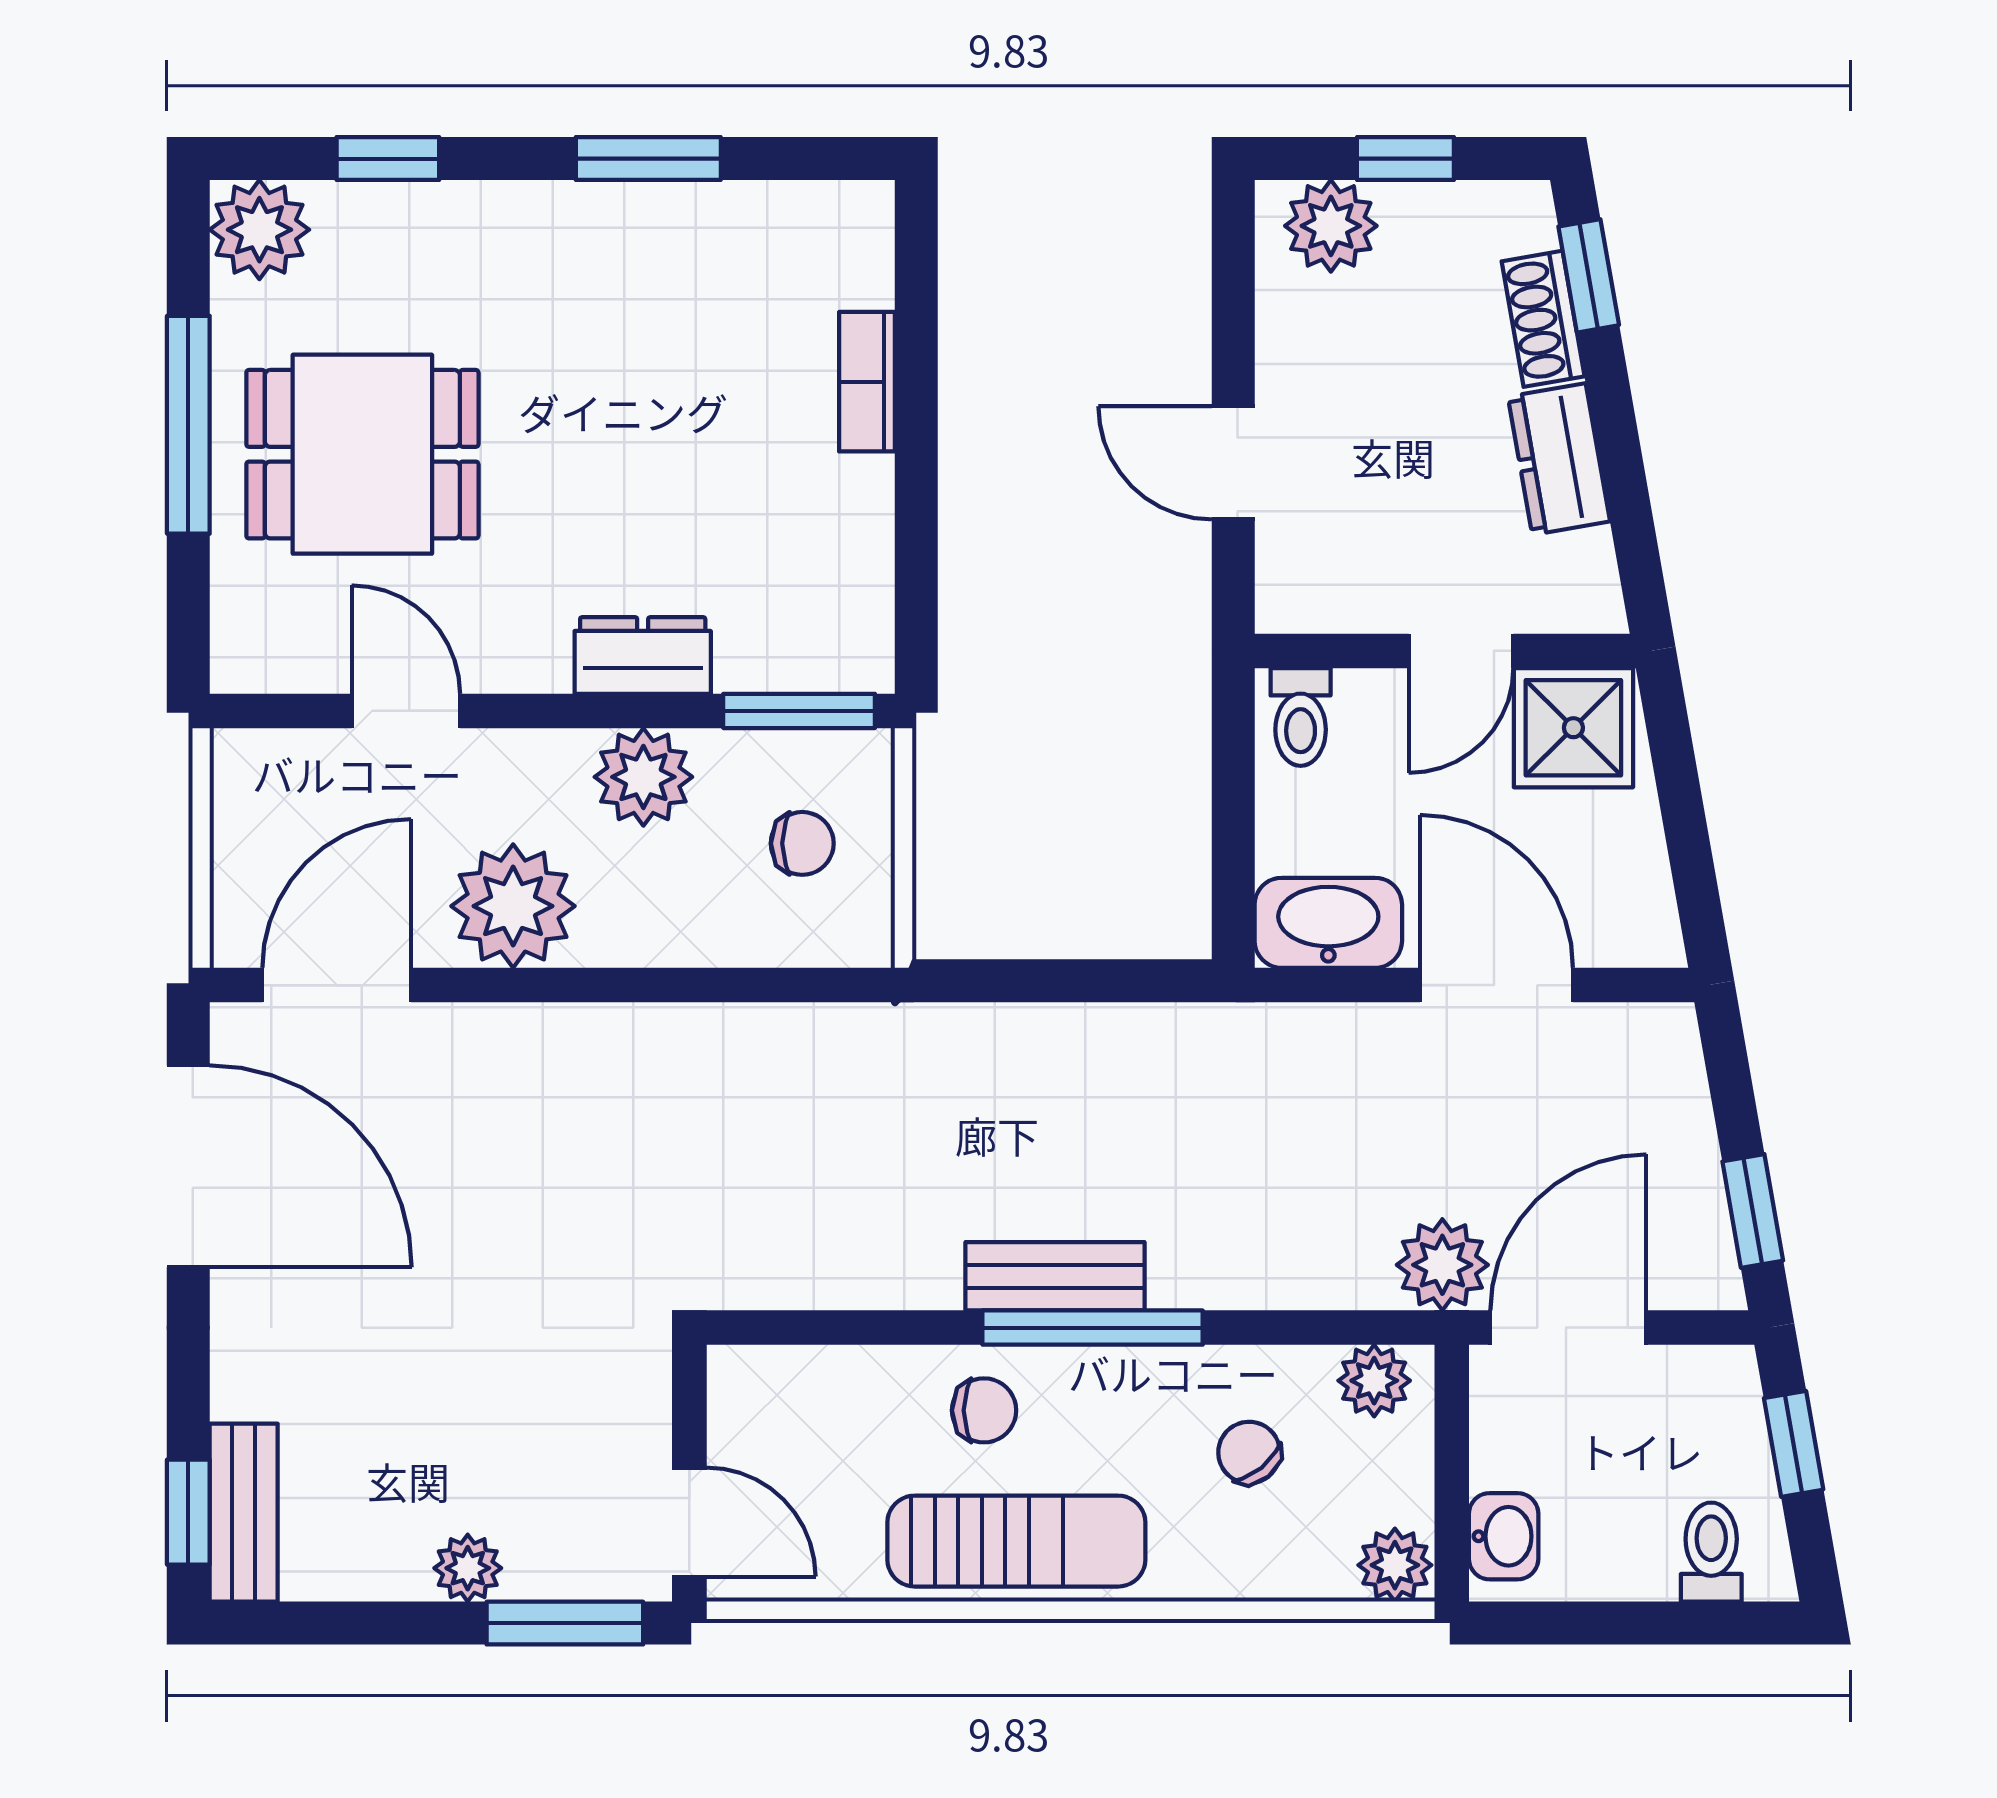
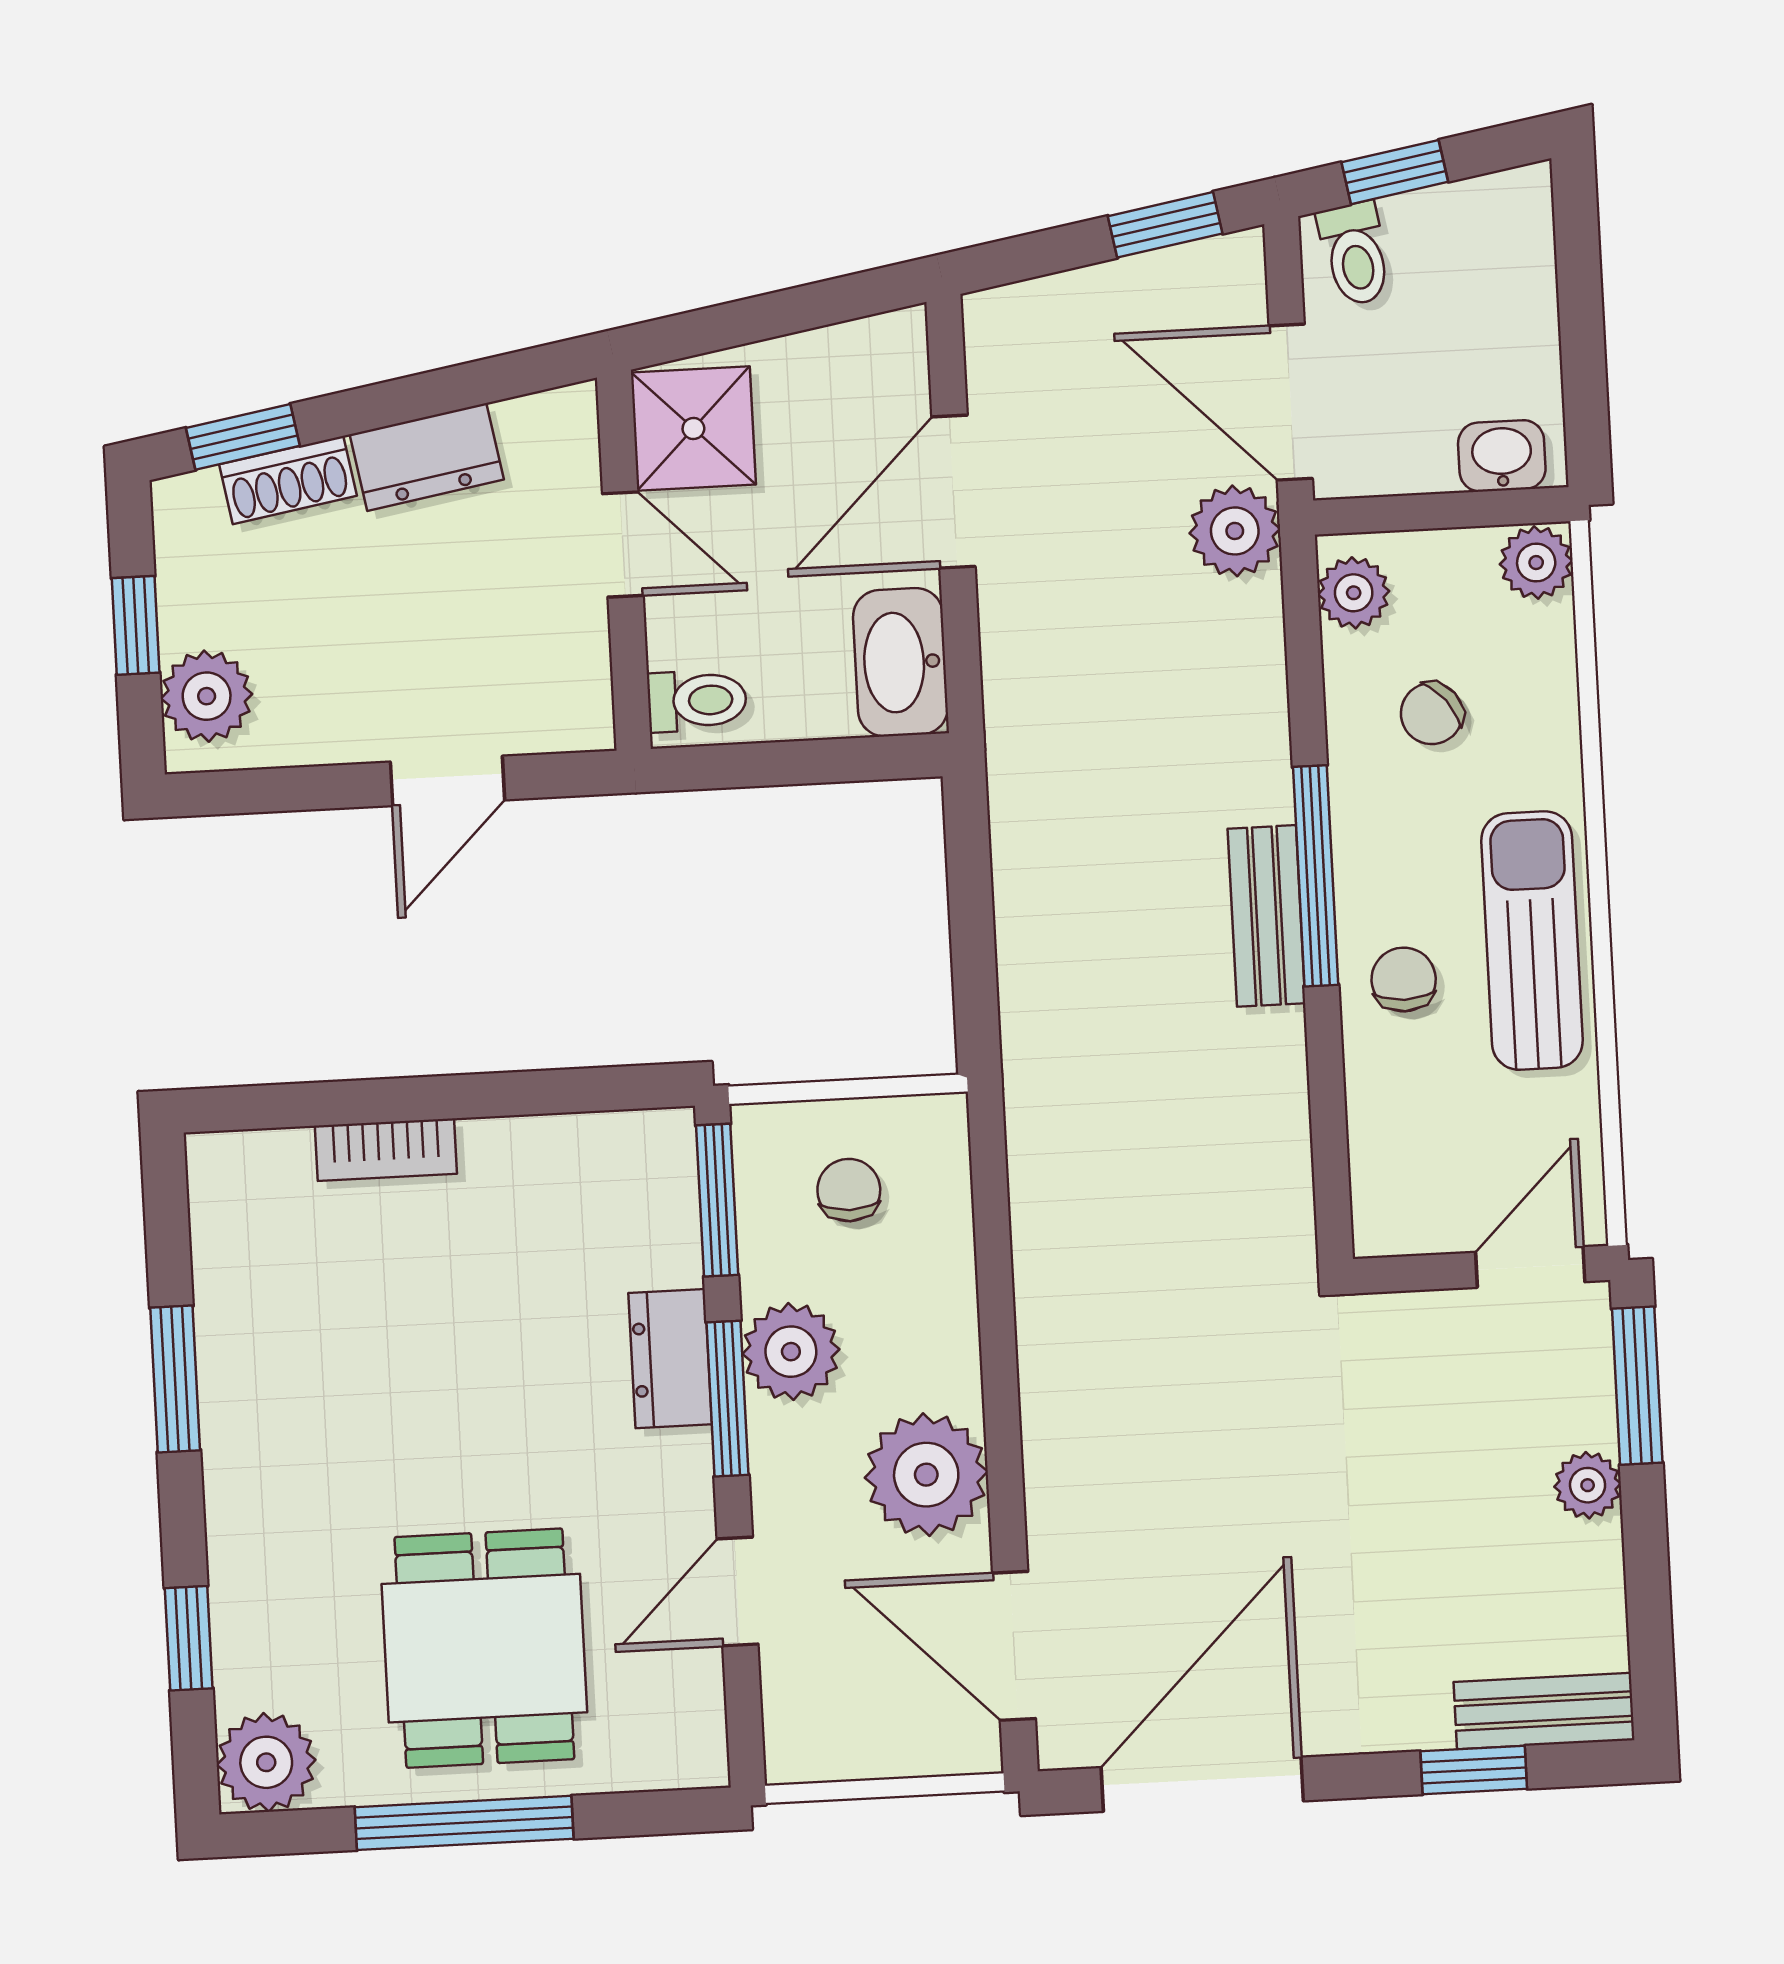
window: (600, 711) -> (728, 1399), added
window: (188, 1512) -> (1474, 1770), moved
toilet: (1711, 1552) -> (1355, 254), moved, turned -100

